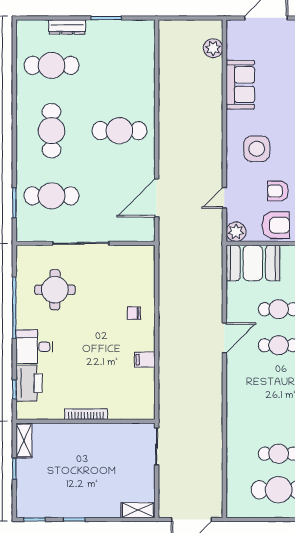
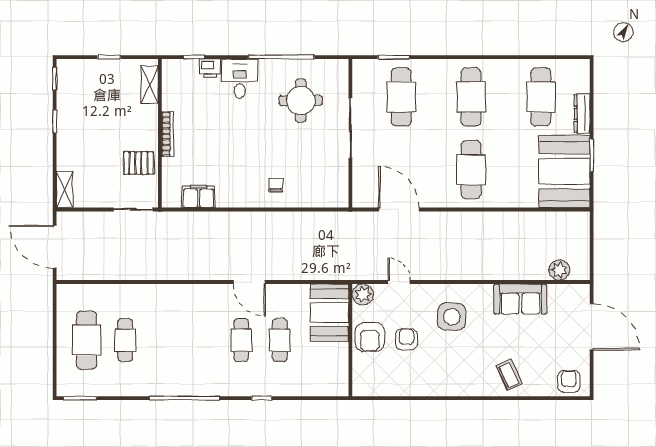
booth: (121, 43) -> (564, 171), added
cafe table: (51, 131) -> (471, 97), turned 90
filing cabinet: (145, 360) -> (199, 197), moved, width x2.00
printer: (29, 383) -> (210, 68), width x0.53, depth x0.68
shelving: (24, 440) -> (150, 85), moved, turned 90
pallet: (113, 441) -> (138, 163), added

